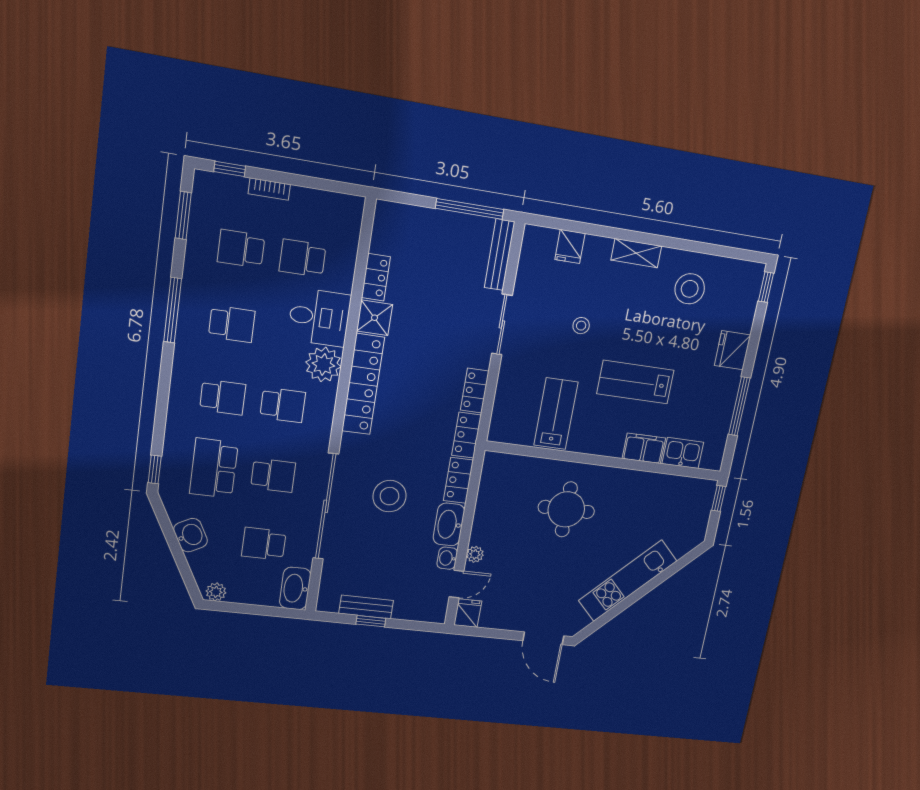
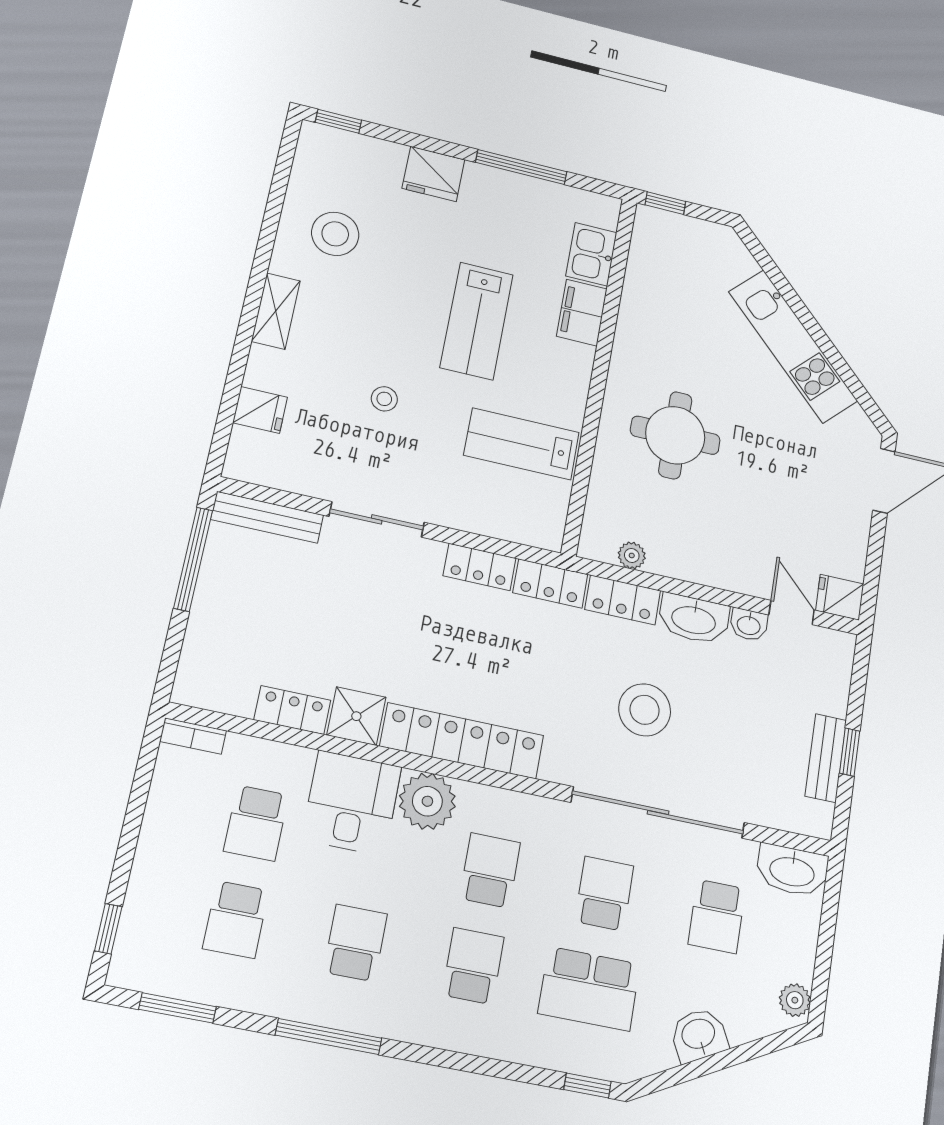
bookcase: (269, 189) -> (193, 736), moved, turned 90
plant: (475, 554) -> (632, 555), moved

